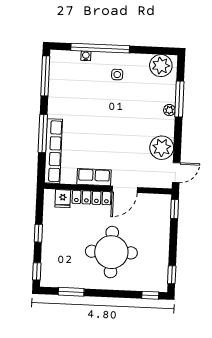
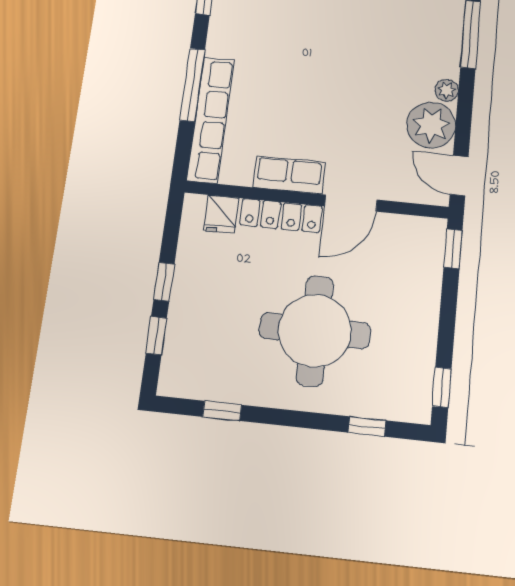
plant: (169, 110) -> (447, 90), moved
door: (176, 173) -> (459, 175), swing flipped
window: (37, 271) -> (156, 336), moved
window: (71, 292) -> (222, 411), width x0.67
window: (150, 295) -> (367, 427), moved

